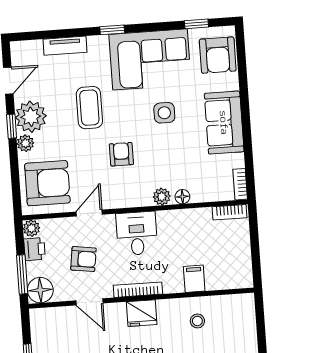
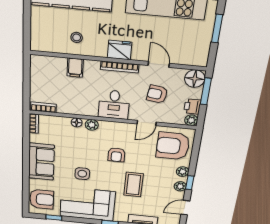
armchair: (218, 55) -> (42, 199), turned 90
plant: (31, 117) -> (180, 186), width x0.53, depth x0.53

